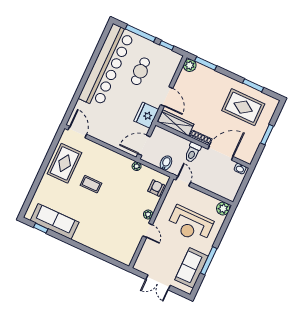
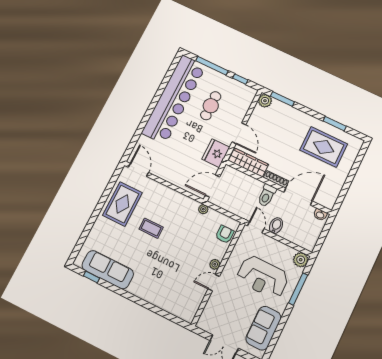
window: (267, 135) -> (350, 178), removed
bidet: (166, 163) -> (276, 226), moved
door: (148, 230) -> (214, 283), swing flipped
window: (209, 261) -> (298, 289), moved

